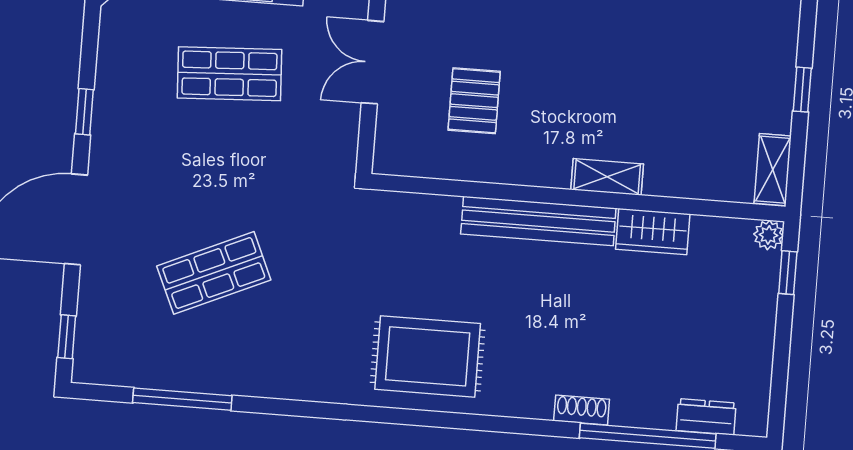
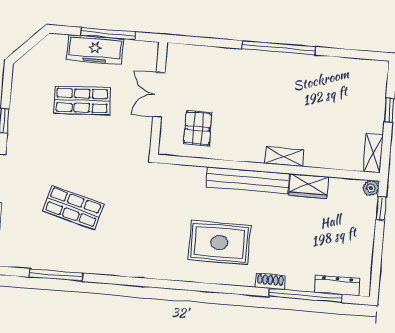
pallet: (474, 101) -> (198, 128), moved
shop shelf: (214, 273) -> (73, 207), turned 39
rug: (428, 356) -> (219, 242), moved
dresser: (706, 417) -> (337, 285), width x1.44

